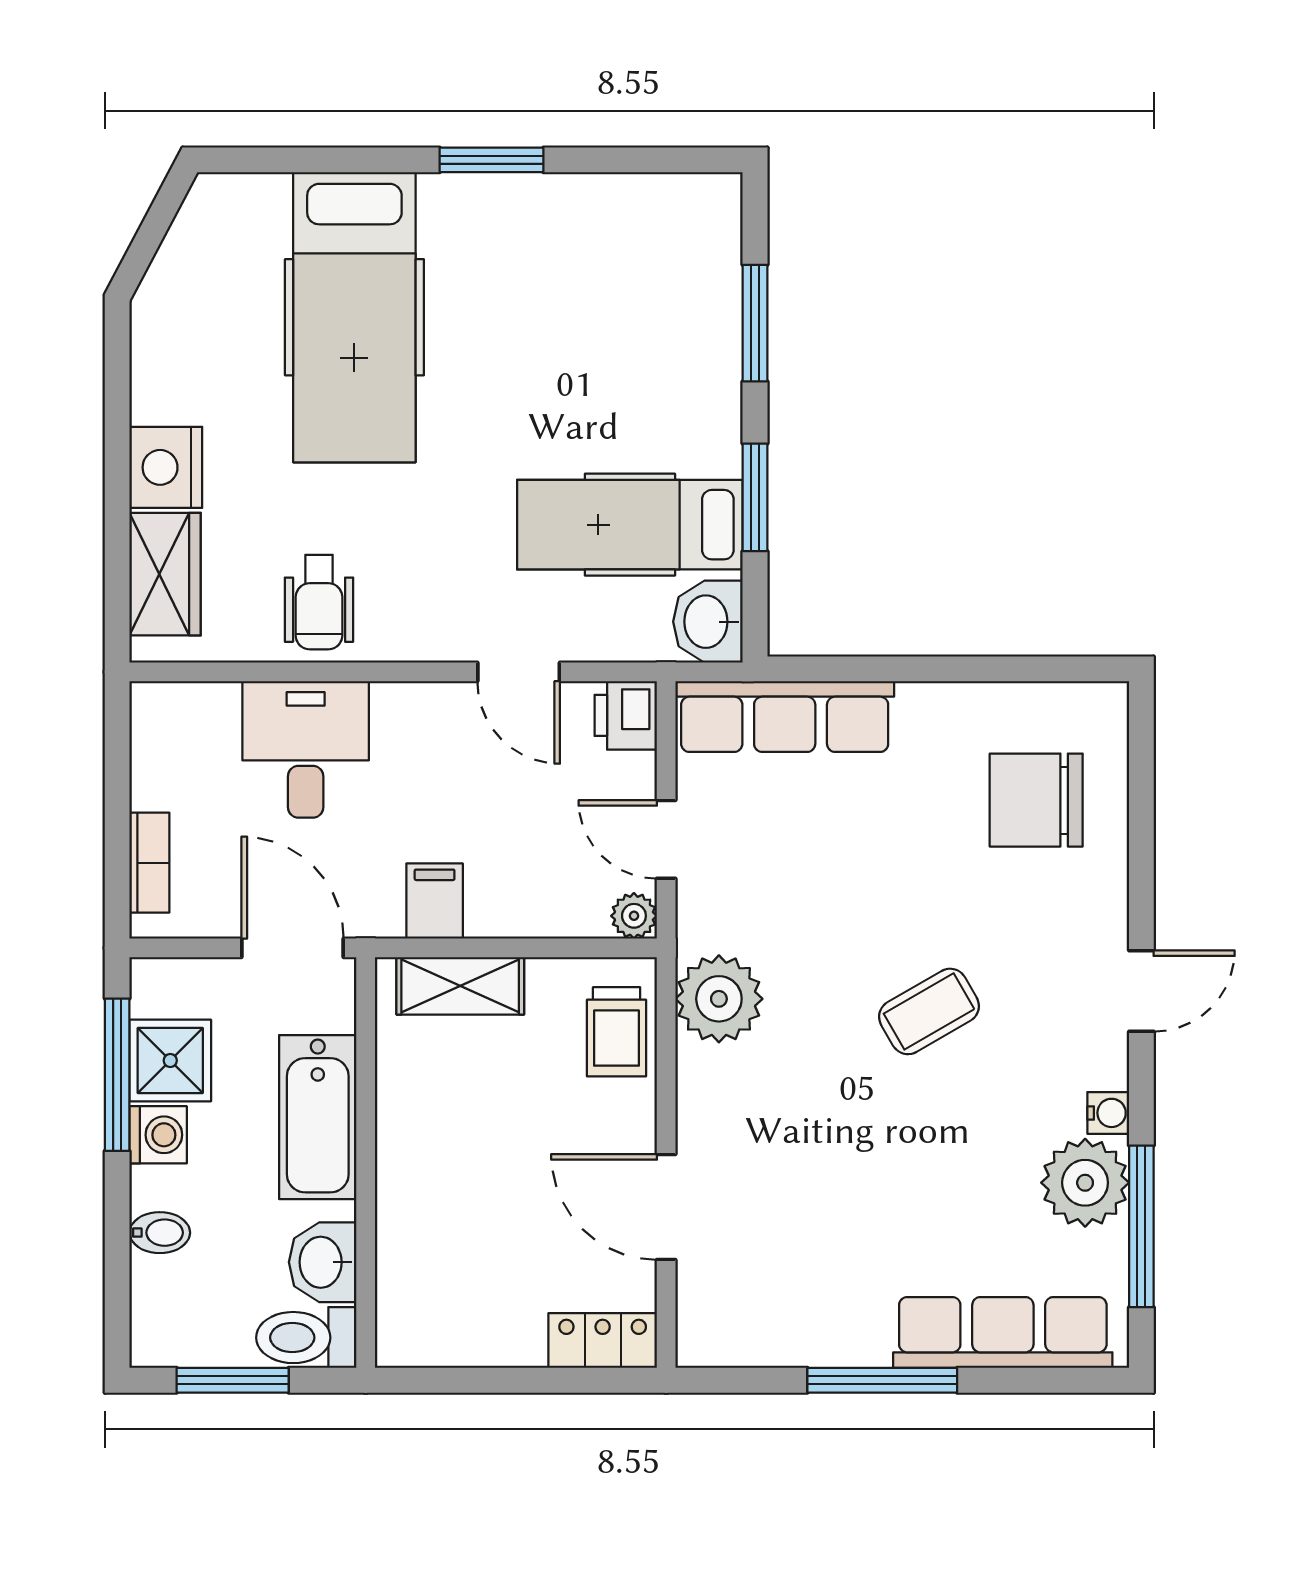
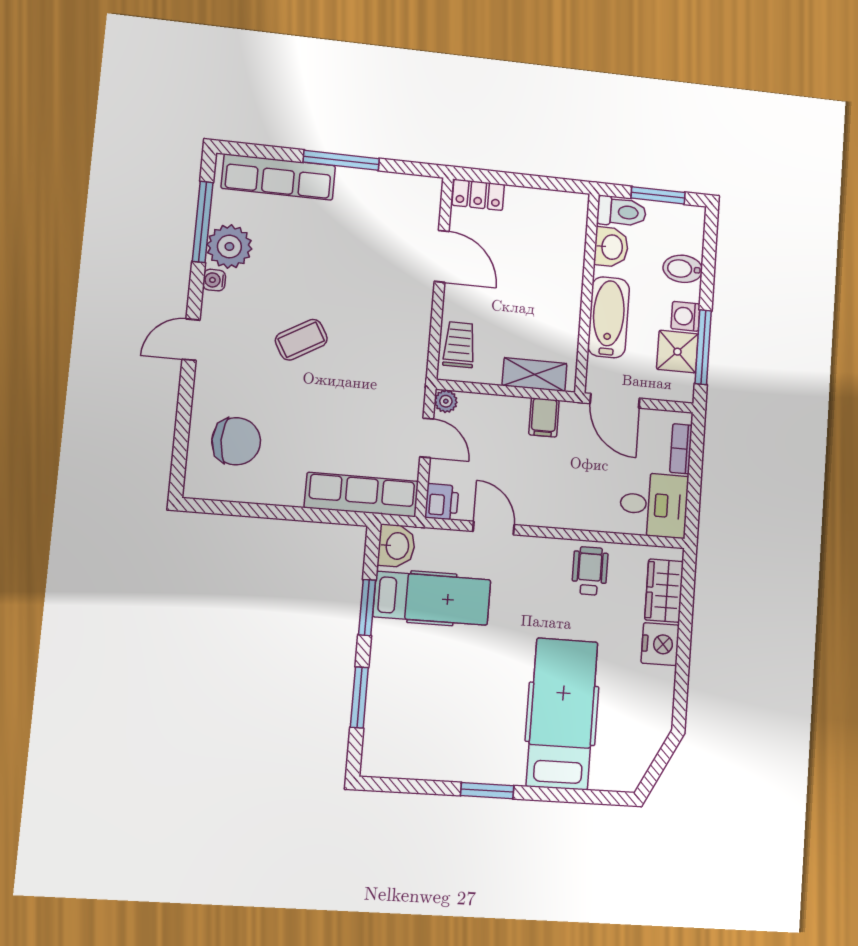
desk: (306, 749) -> (654, 505), moved, turned -90
plant: (719, 999) -> (407, 356), removed
bidet: (160, 1233) -> (683, 269), width x1.38, depth x1.36

